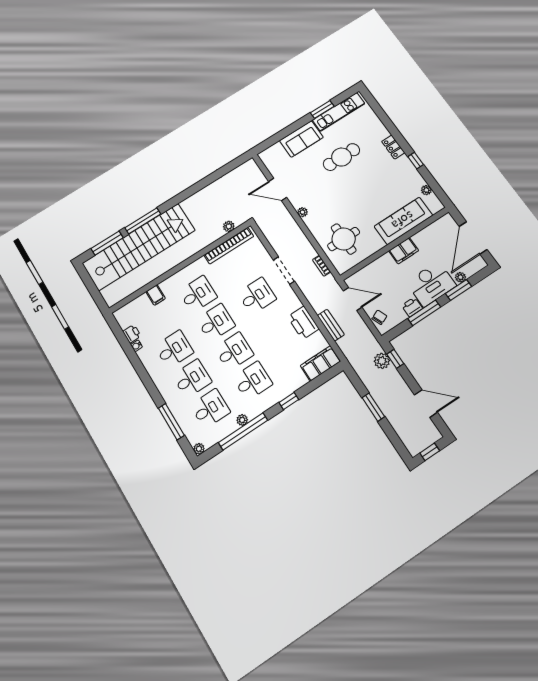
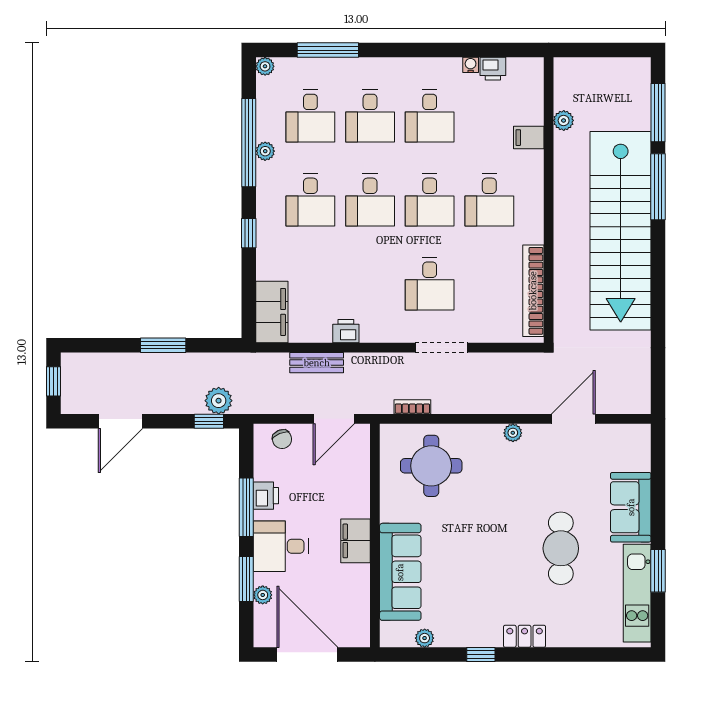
plant: (229, 226) -> (564, 120), moved
stairs: (139, 247) -> (621, 231), moved
desk: (431, 284) -> (281, 546), width x0.73
printer: (303, 323) -> (346, 331), width x0.53, depth x0.68

